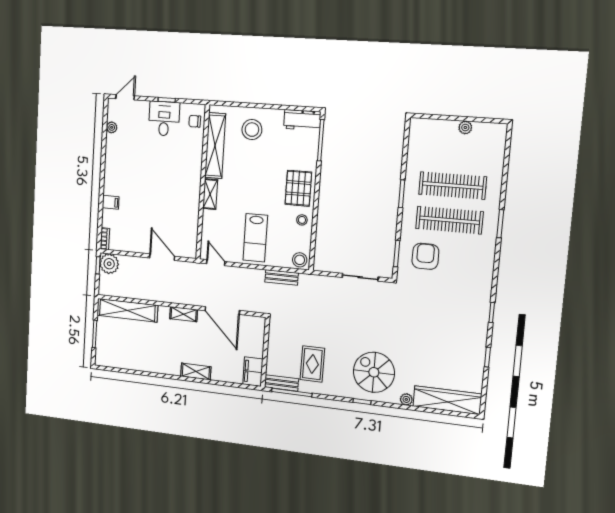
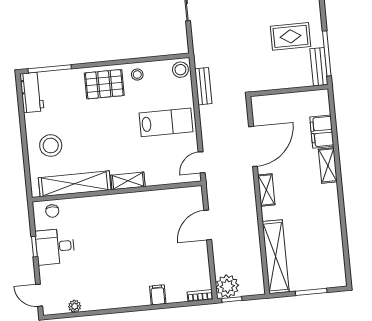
filing cabinet: (253, 372) -> (322, 132), moved, turned 90

